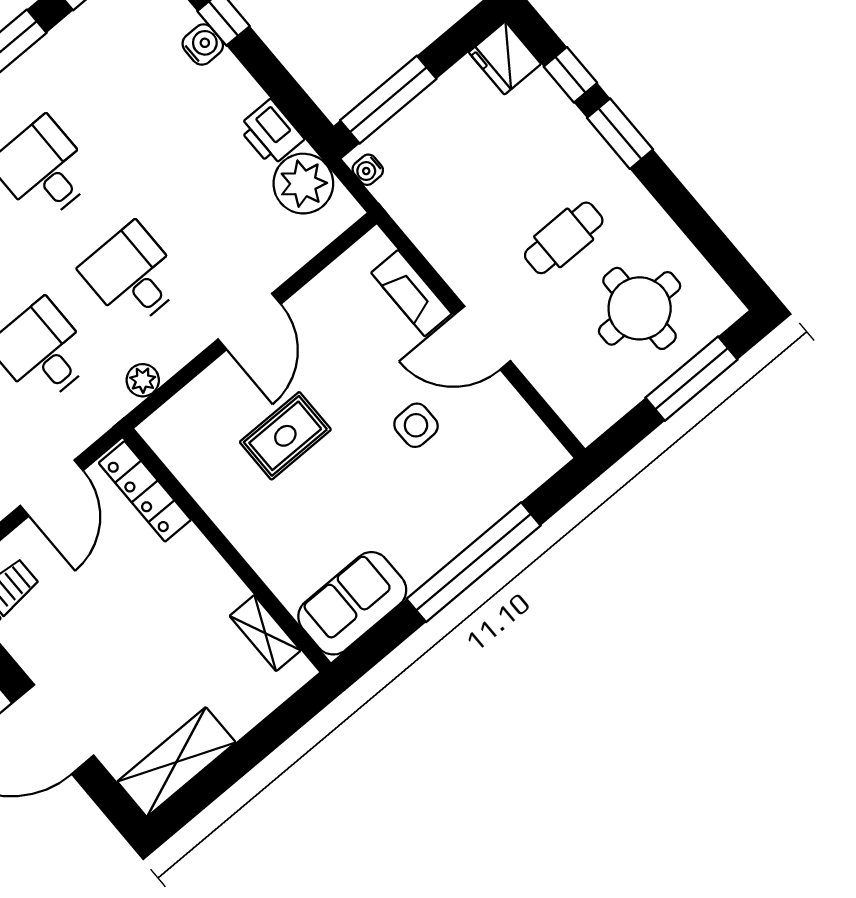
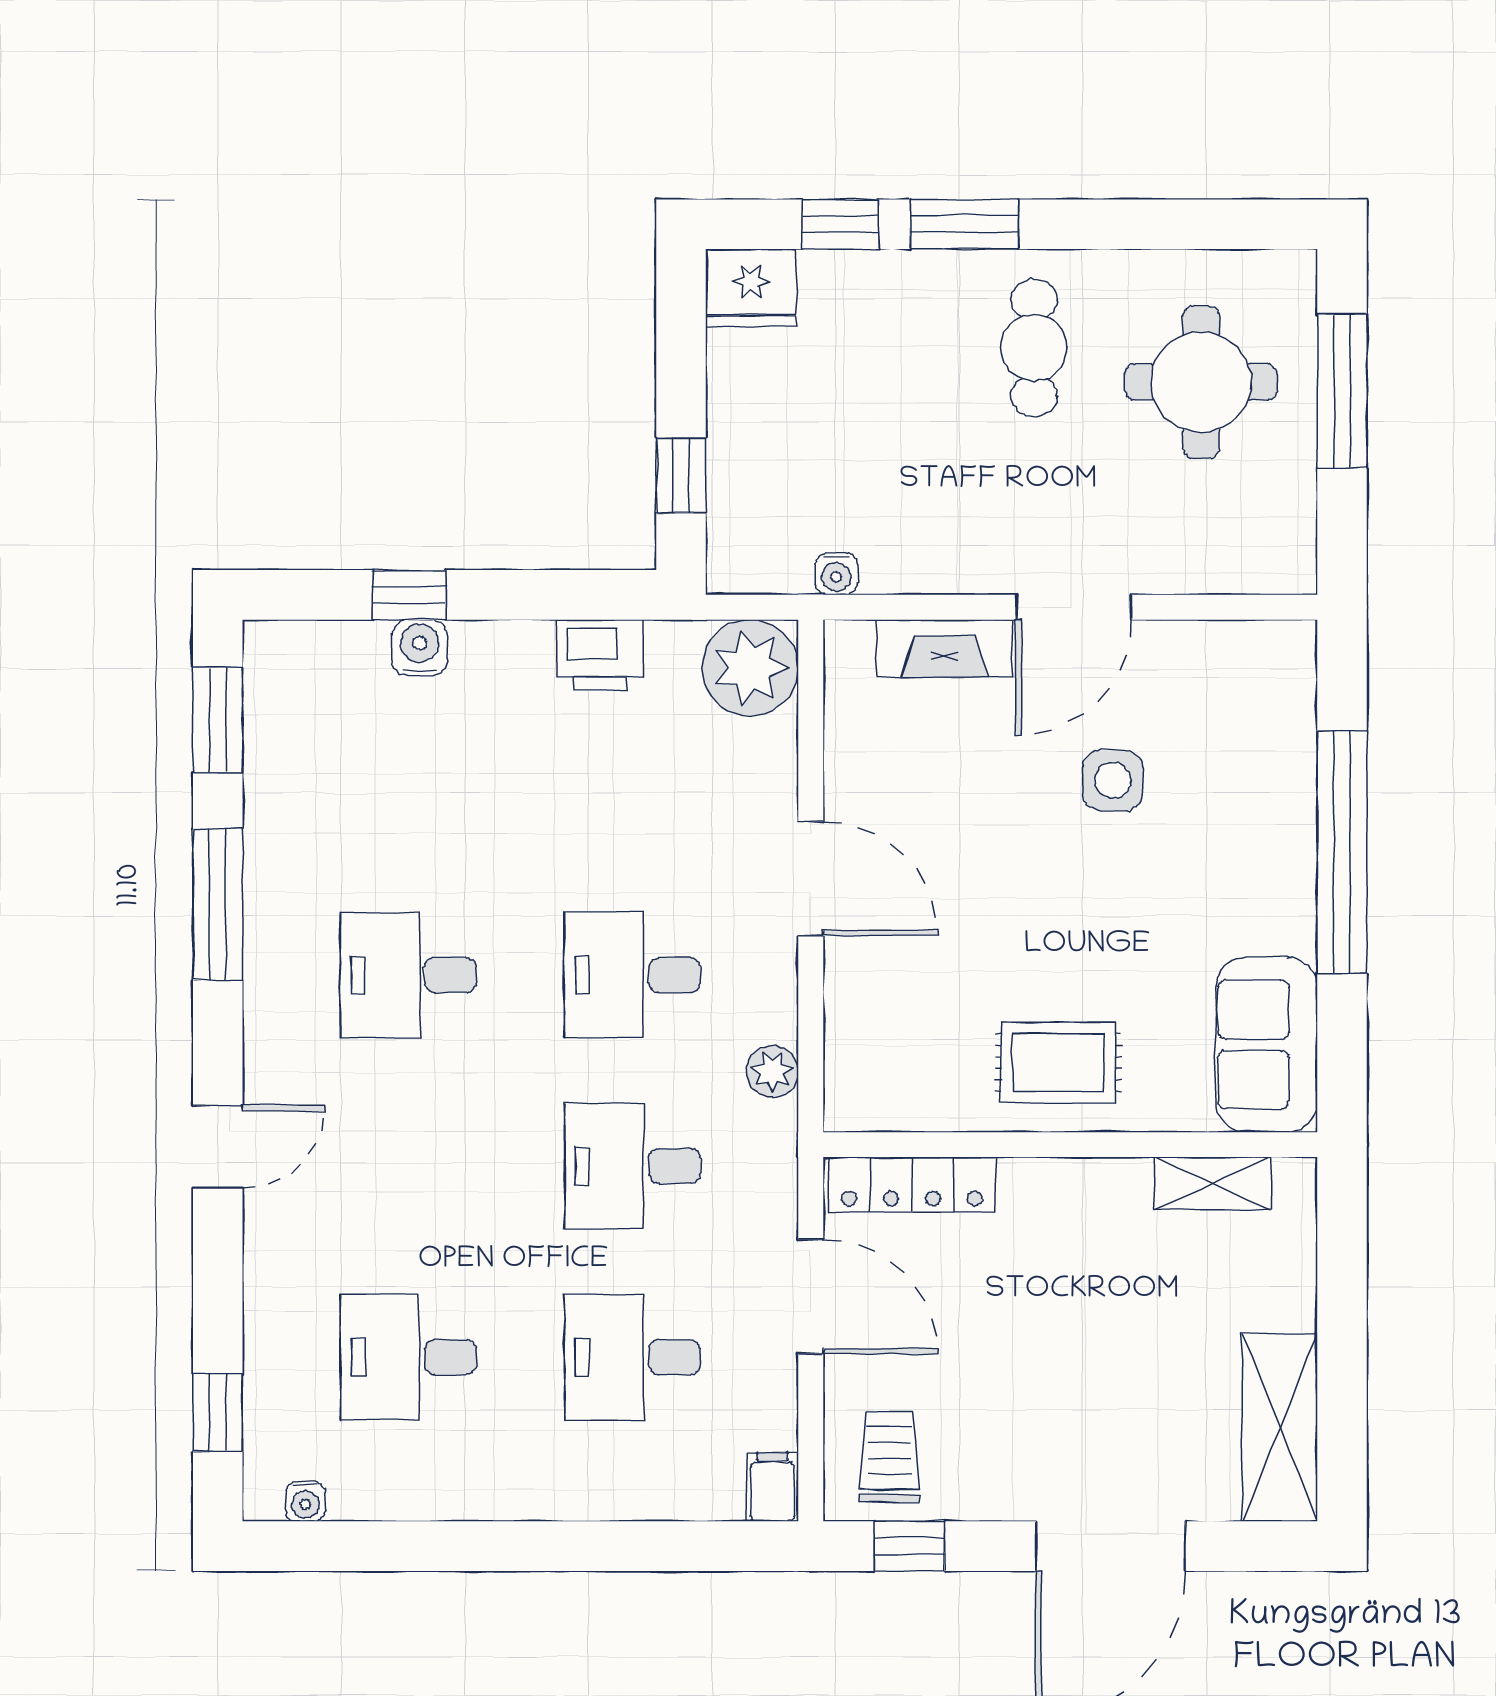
window: (388, 100) -> (681, 475), width x0.46
water cooler: (368, 170) -> (836, 574), moved
plant: (303, 184) -> (750, 668), moved
cafe table: (564, 238) -> (1034, 348), moved
rug: (285, 436) -> (1058, 1063), moved, turned 90

